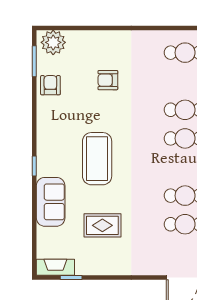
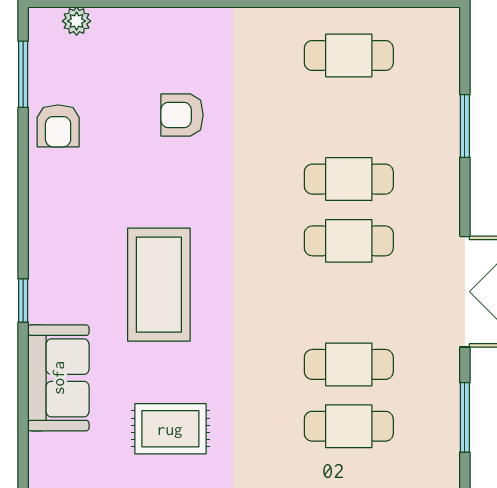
plant: (53, 42) -> (77, 21), width x0.53, depth x0.53
armchair: (50, 85) -> (58, 126), turned 180

